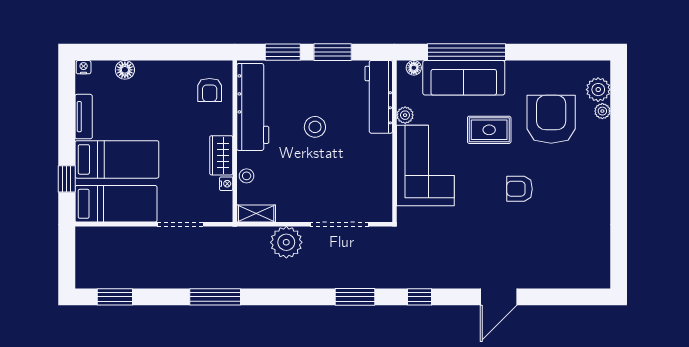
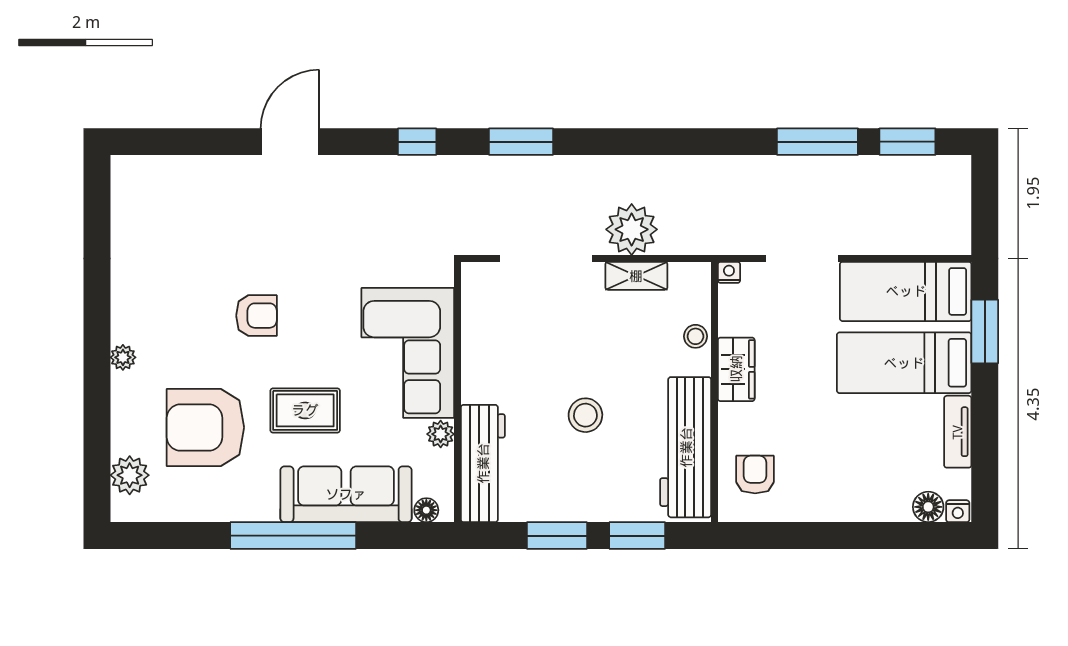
window: (467, 52) -> (293, 536), moved
floor lamp: (125, 70) -> (928, 507), moved
plant: (602, 111) -> (123, 357), moved
armchair: (551, 119) -> (205, 427), turned 90
window: (67, 179) -> (985, 332), width x1.50
nightstand: (226, 184) -> (729, 272), moved, turned 90
shelving: (256, 213) -> (636, 276), moved
window: (215, 297) -> (817, 142), moved

